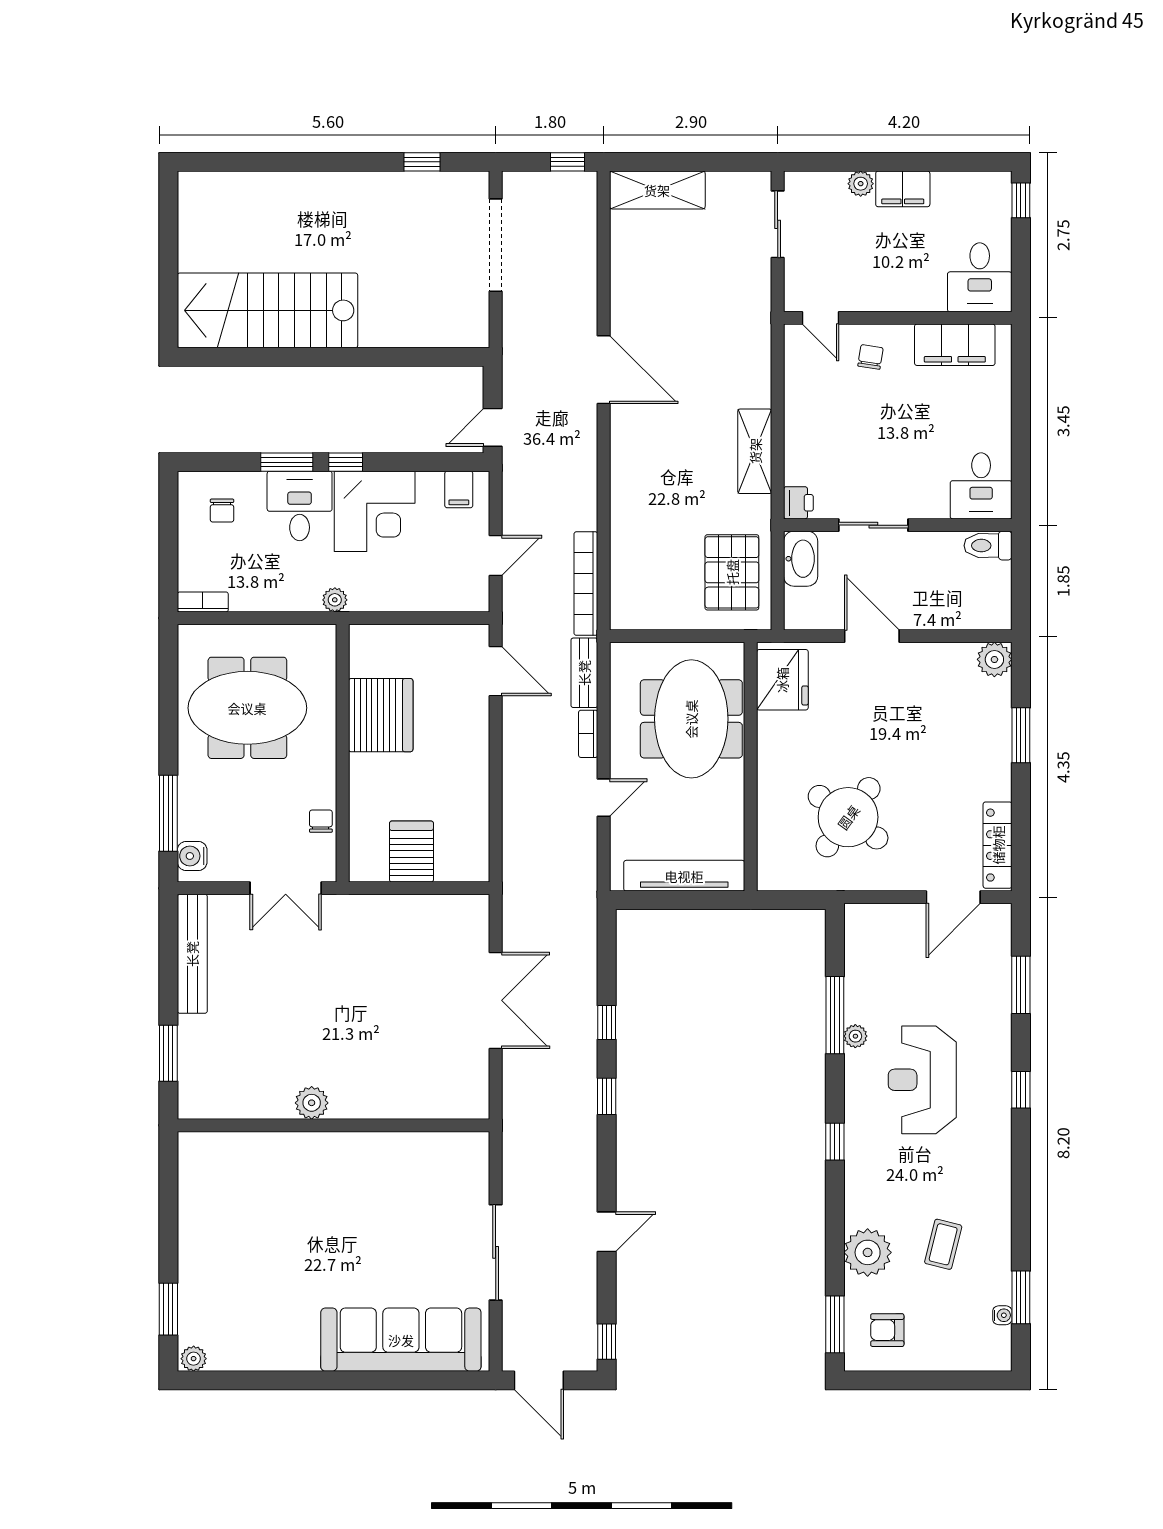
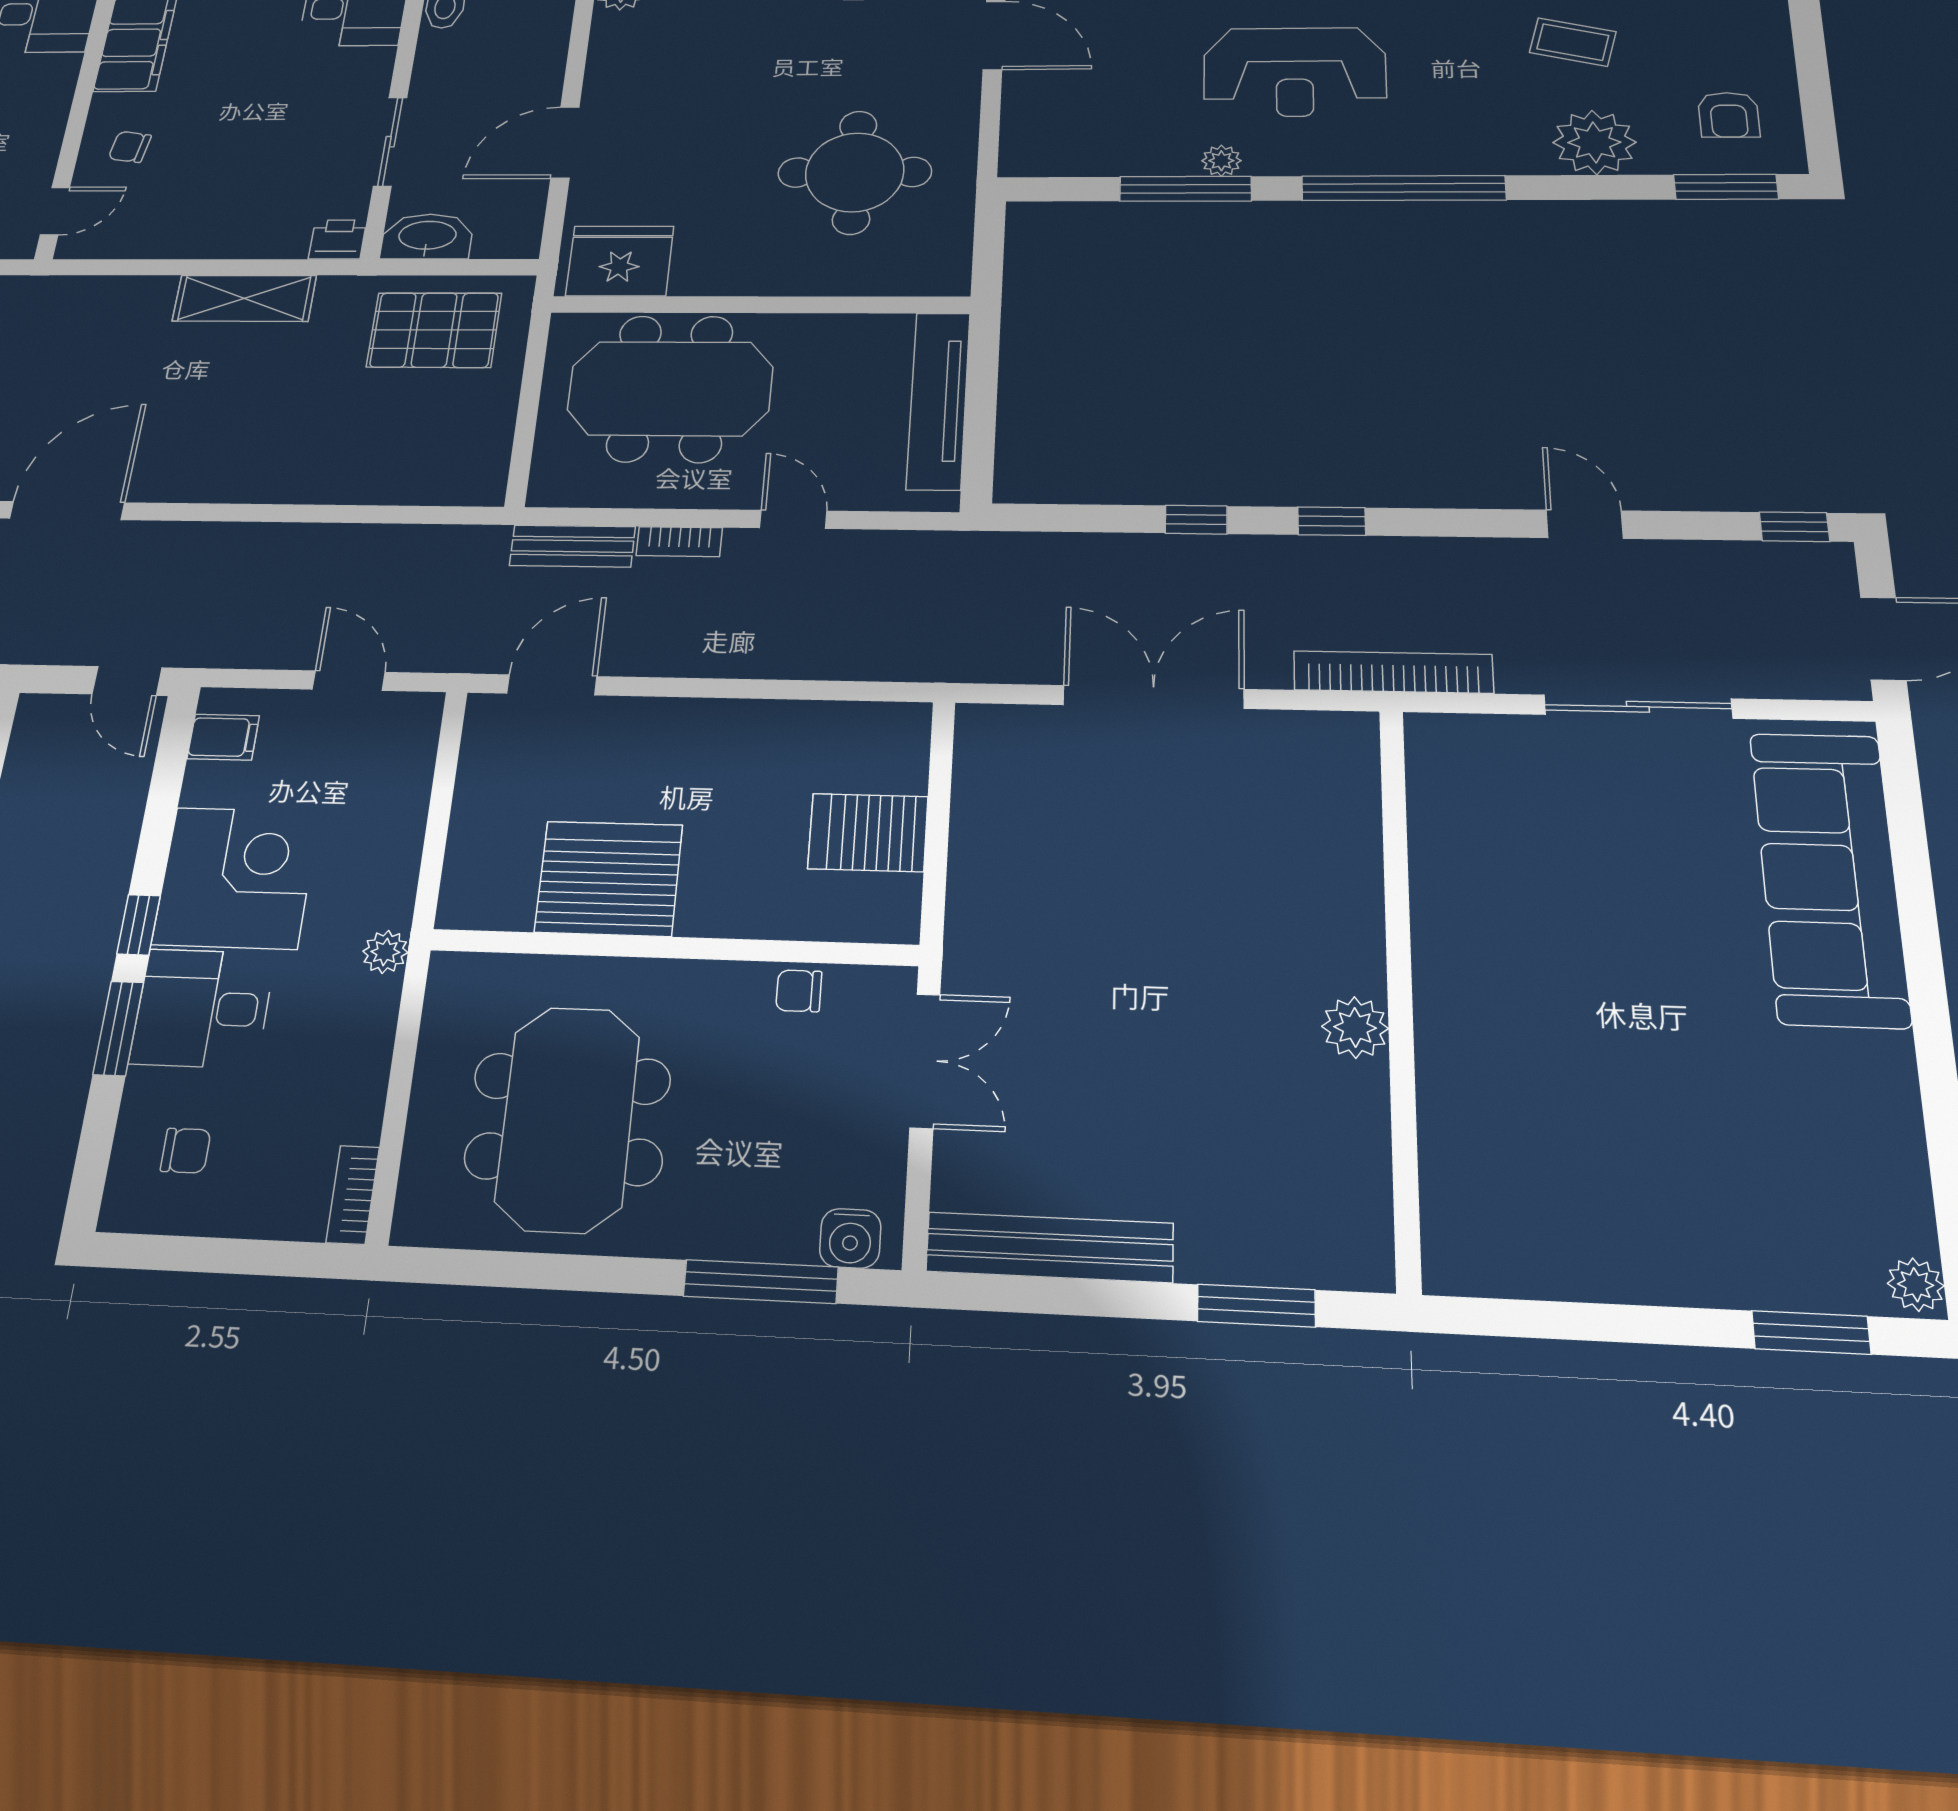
bookcase: (586, 584) -> (1393, 672), moved, turned 180
round table: (848, 817) -> (855, 172), turned -36
window: (835, 1142) -> (1403, 188), width x3.17

